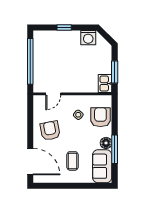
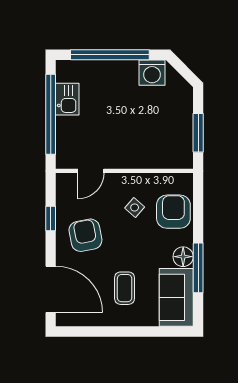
window: (64, 27) -> (110, 55), width x3.17
kitchen sink: (105, 84) -> (67, 99), moved, turned 180
window: (30, 121) -> (51, 219), added

